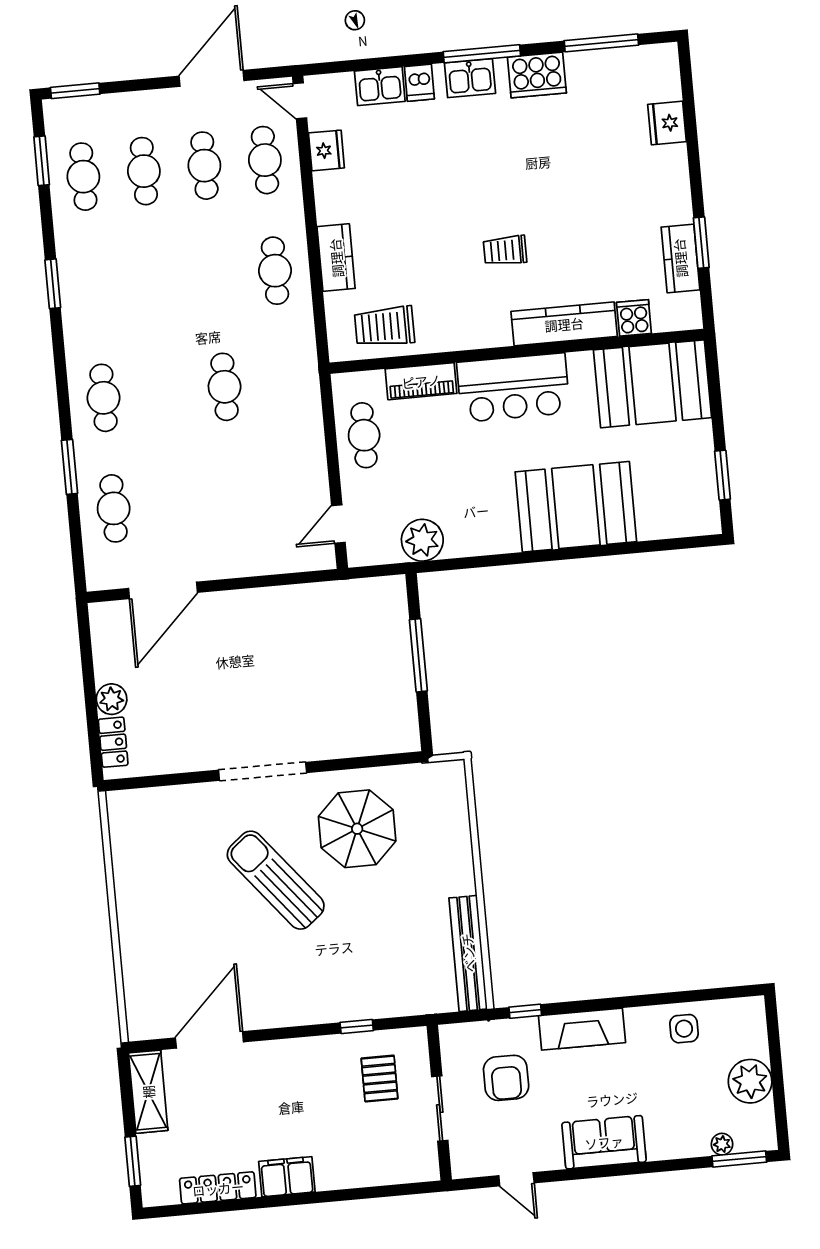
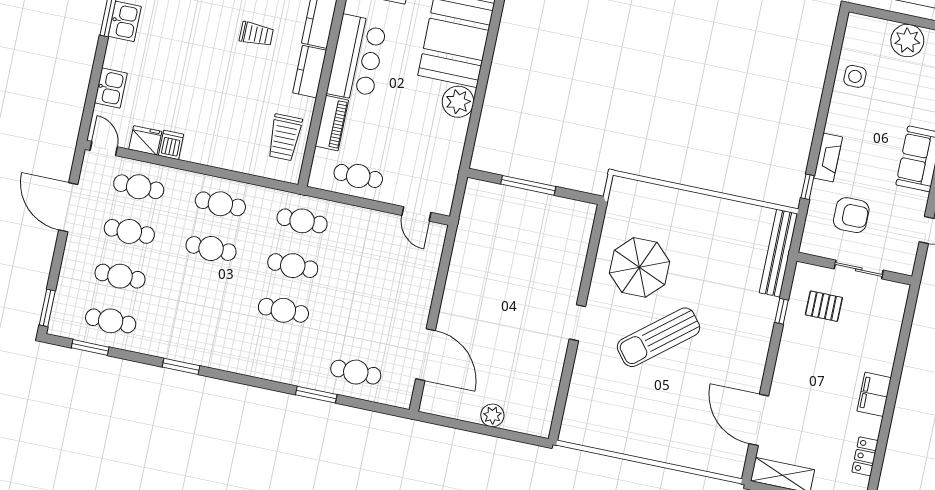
dishwasher: (419, 83) -> (171, 145), moved, turned -90
door: (300, 101) -> (104, 149), swing flipped
trolley: (505, 250) -> (256, 34), turned -90
kitchen counter: (336, 258) -> (310, 72), moved, turned -90
cafe table: (214, 276) -> (211, 249), added
cafe table: (285, 381) -> (302, 221), added
cafe table: (104, 398) -> (283, 310), moved
plant: (422, 540) -> (458, 102), moved
locker: (113, 742) -> (524, 424), removed
doorway: (263, 771) -> (577, 323), width x0.53
bench: (468, 953) -> (778, 253), moved, turned 90
fireplace: (582, 1029) -> (828, 158), width x0.73, depth x0.76
locker: (218, 1188) -> (865, 456), width x0.66

